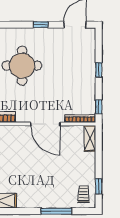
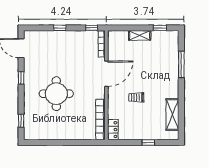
shelving: (90, 138) -> (140, 35), moved
trolley: (83, 194) -> (136, 97), moved

